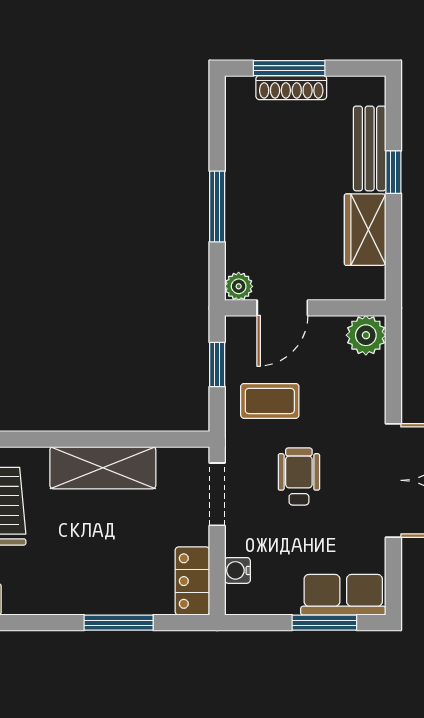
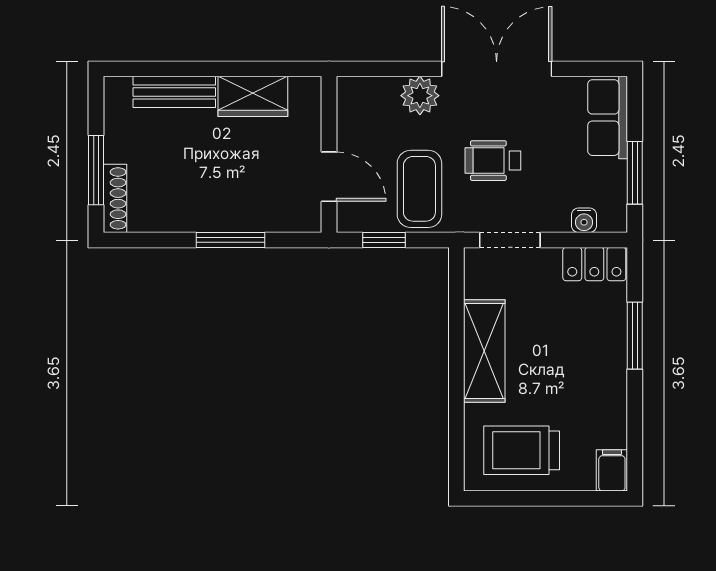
shoe rack: (291, 88) -> (115, 198), moved
window: (393, 172) -> (197, 69), removed
plant: (239, 286) -> (308, 219), removed
plant: (366, 335) -> (420, 96), moved
coffee table: (270, 401) -> (419, 189), width x1.36, depth x1.30
window: (324, 623) -> (635, 173), moved

